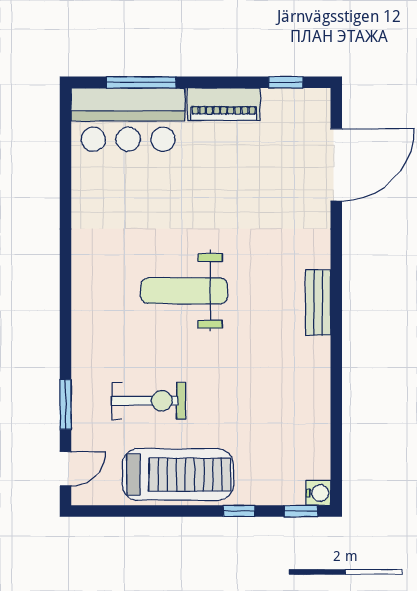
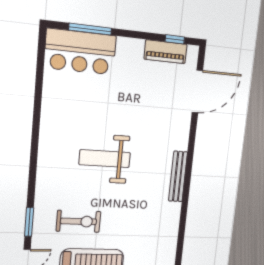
piano: (224, 104) -> (166, 52), moved
bench: (318, 303) -> (178, 176), width x1.36

